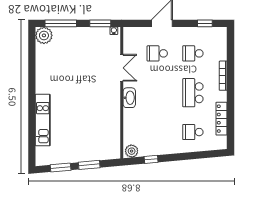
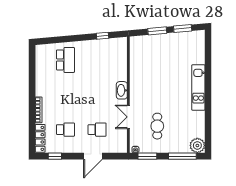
cafe table: (89, 57) -> (157, 126), added
school desk: (193, 93) -> (65, 95), removed
locker: (221, 119) -> (40, 138), moved
kitchen unit: (43, 120) -> (198, 88), moved
school desk: (193, 132) -> (65, 60), width x1.85
plant: (132, 151) -> (120, 43), removed

